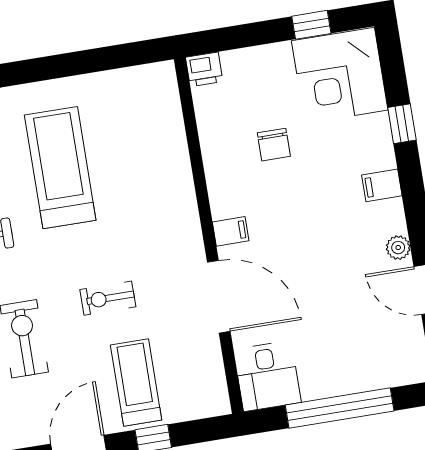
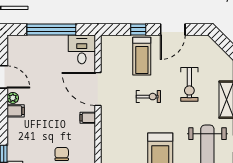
filing cabinet: (382, 185) -> (16, 111), moved

